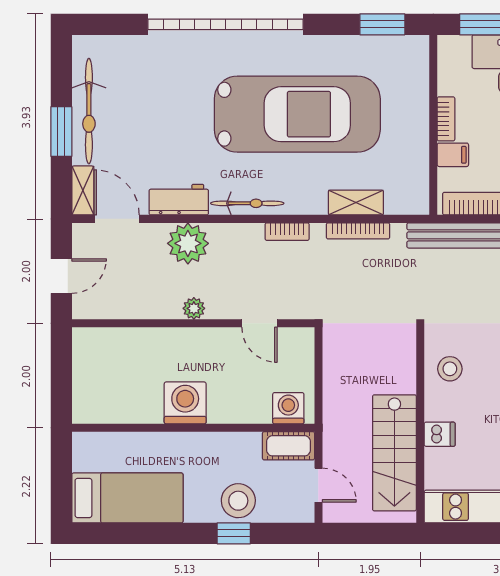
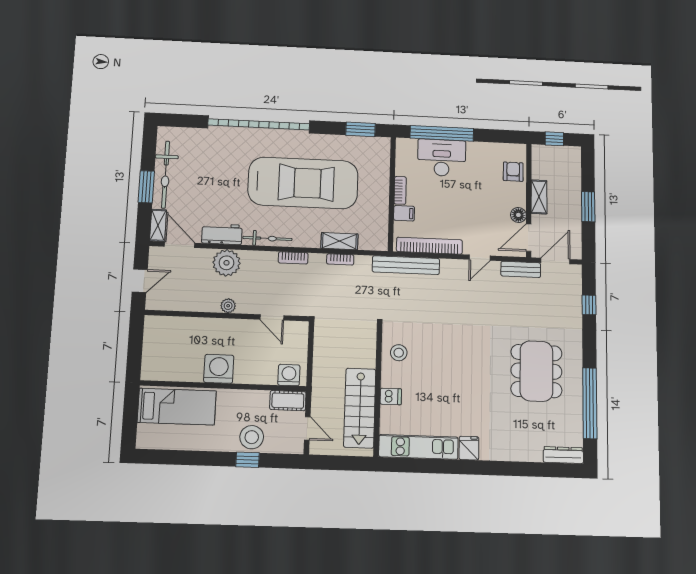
bookcase: (358, 231) -> (340, 259), width x0.64
bed: (127, 498) -> (177, 407), moved

